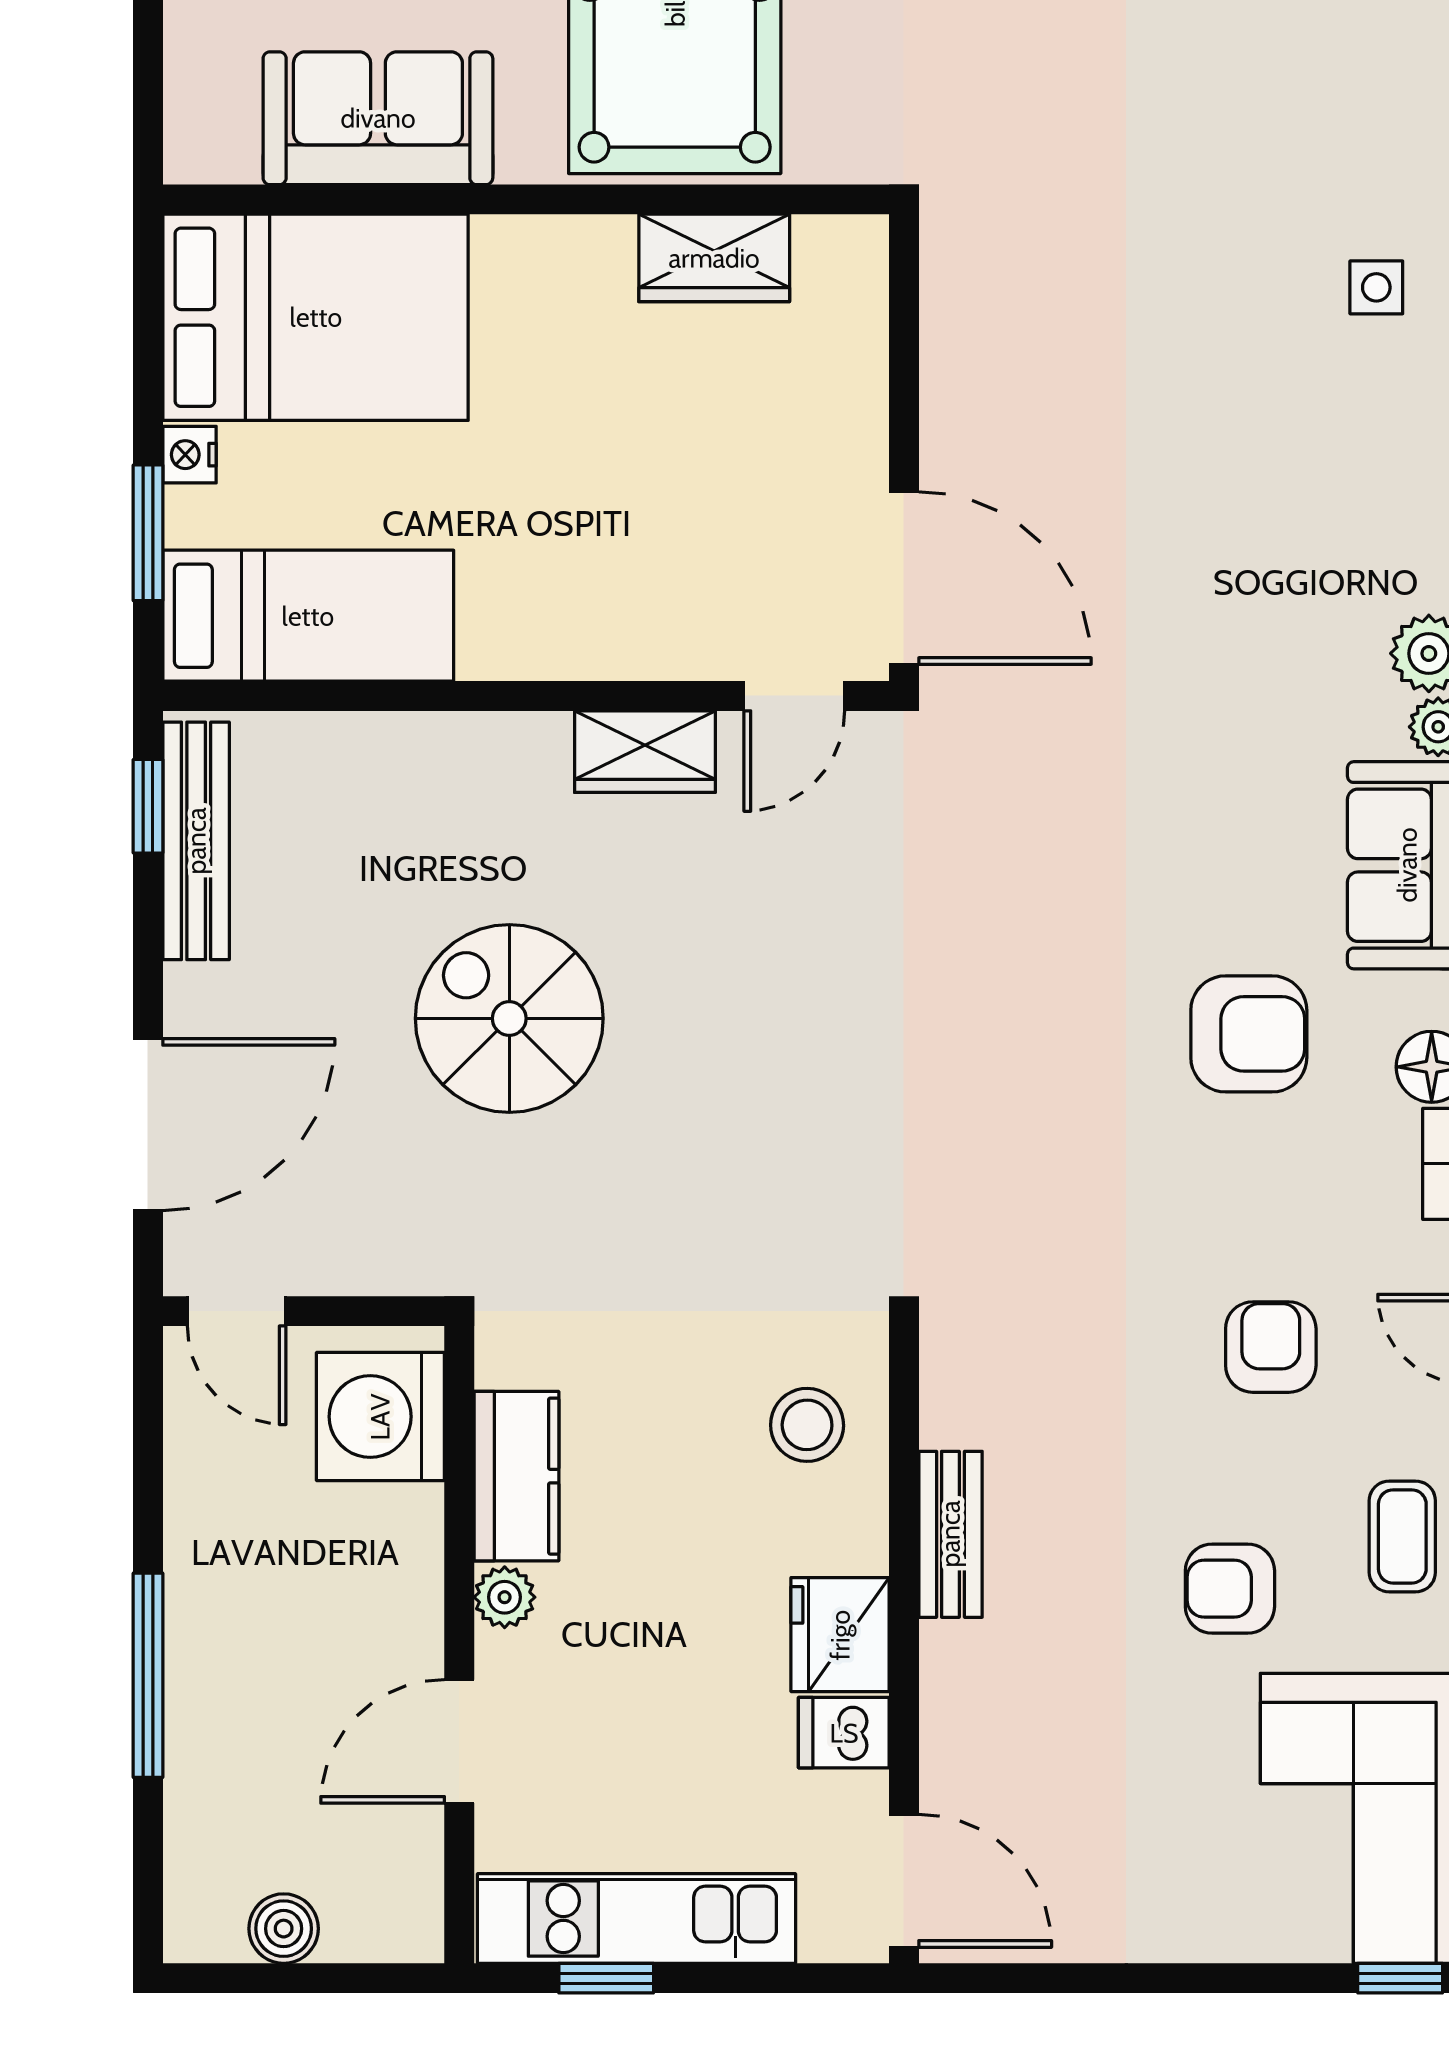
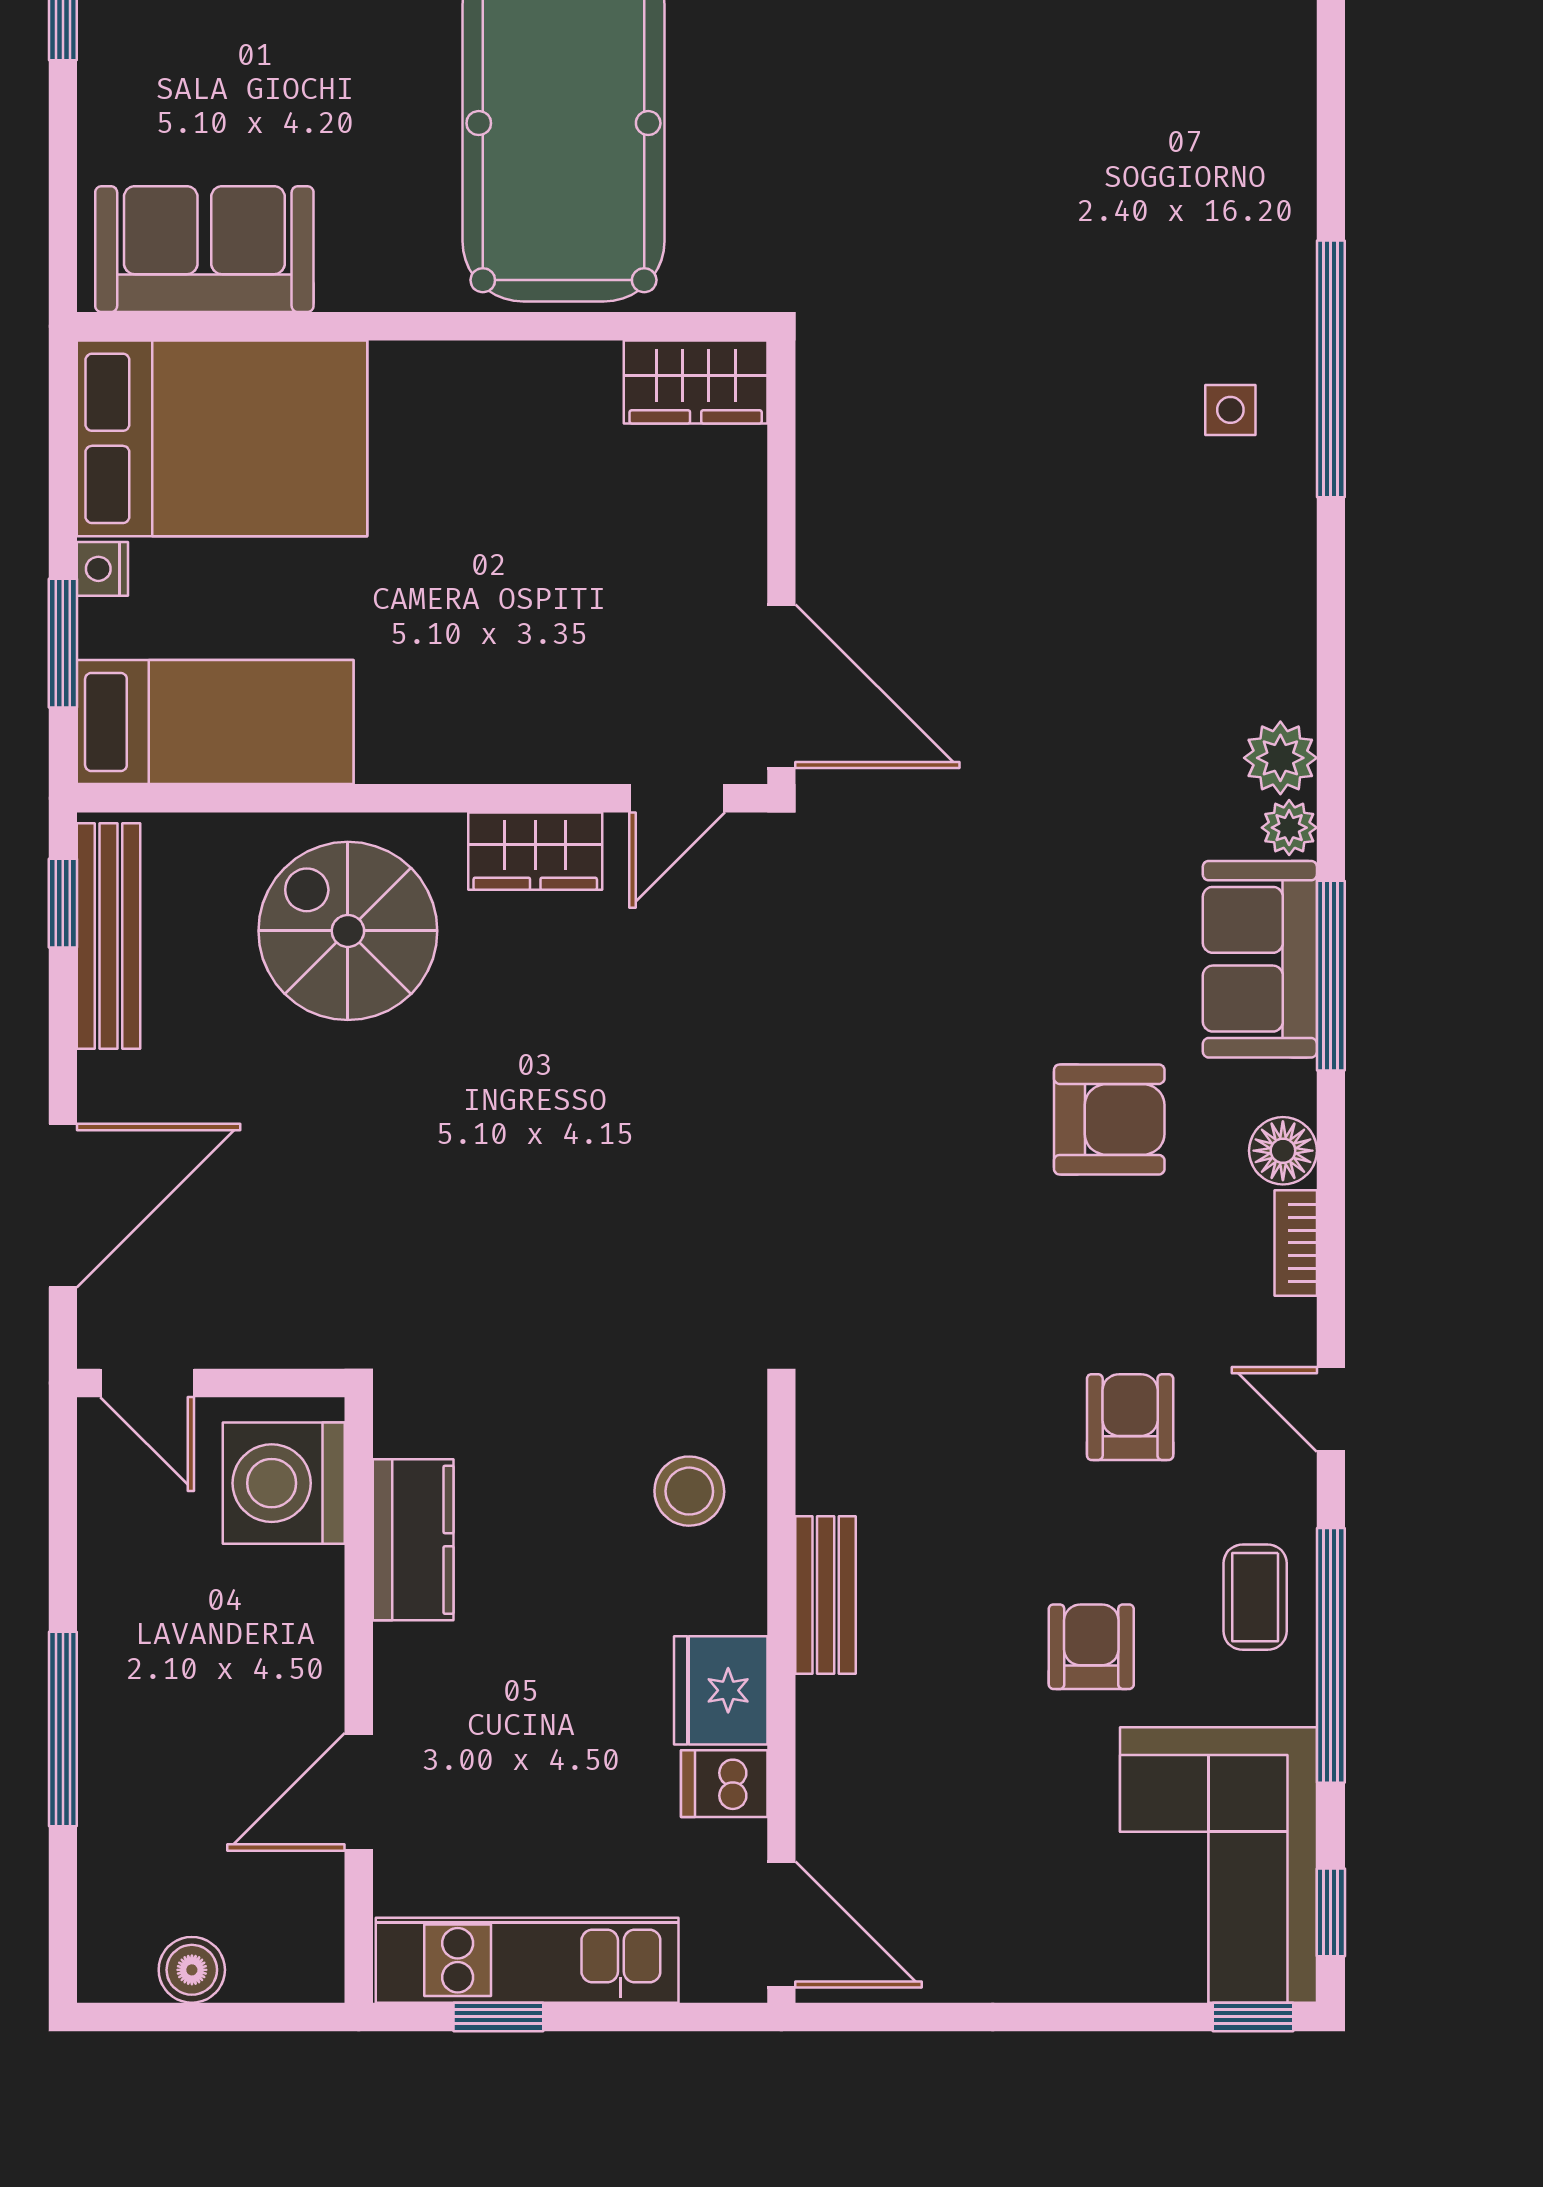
sofa: (378, 118) -> (204, 249), moved
wardrobe: (714, 258) -> (696, 382), moved
spiral stairs: (509, 1018) -> (348, 931), moved
armchair: (1230, 1589) -> (1091, 1647), turned 90
plant: (505, 1597) -> (402, 1655), removed

